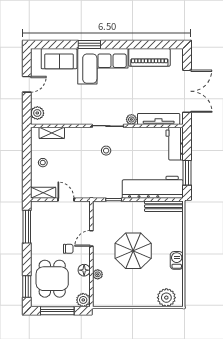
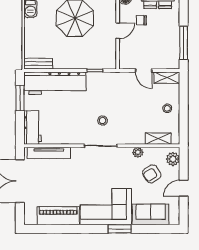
armchair: (58, 98) -> (152, 174), added
plant: (131, 119) -> (138, 152), moved
bench: (164, 206) -> (38, 64), width x0.73

